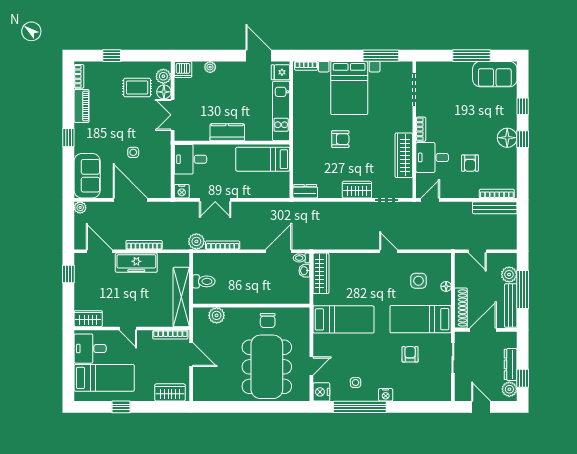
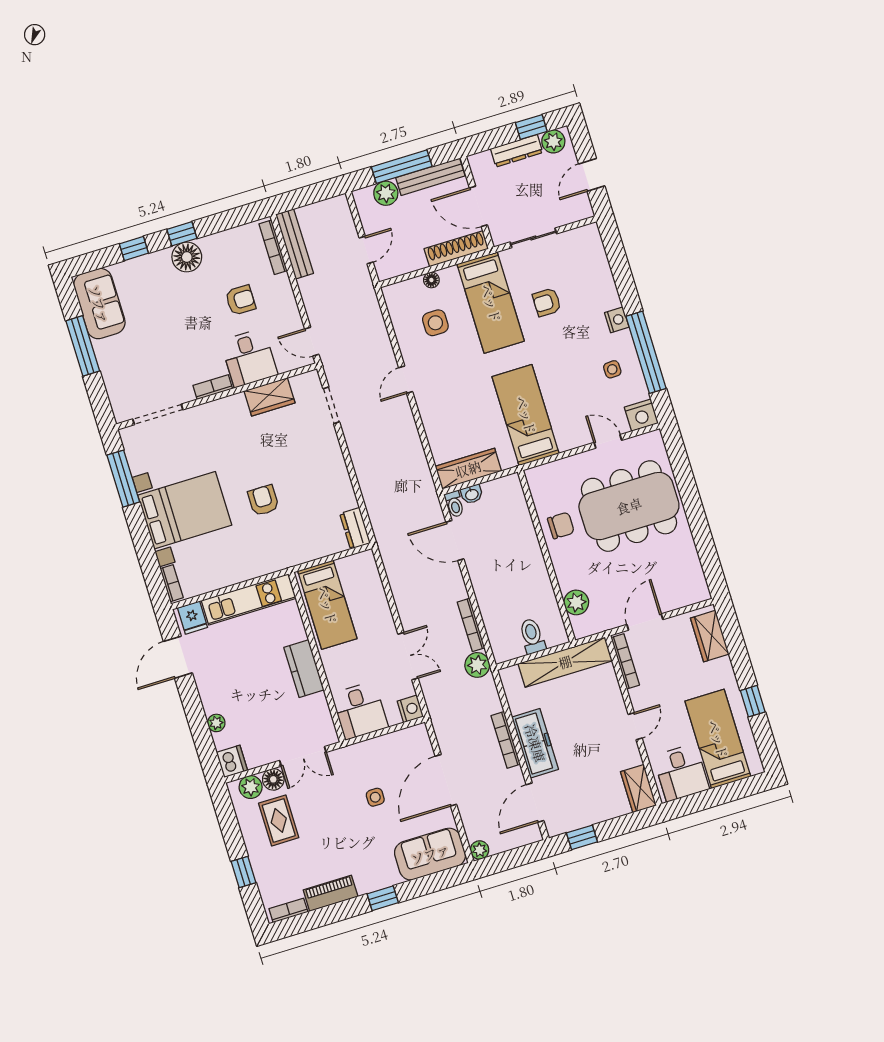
wardrobe: (404, 155) -> (270, 397), width x0.67
wardrobe: (357, 190) -> (330, 453), removed

